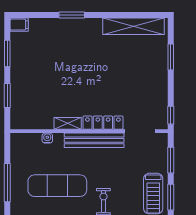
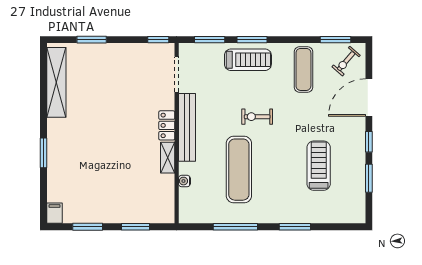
locker: (103, 123) -> (167, 125), width x0.66

